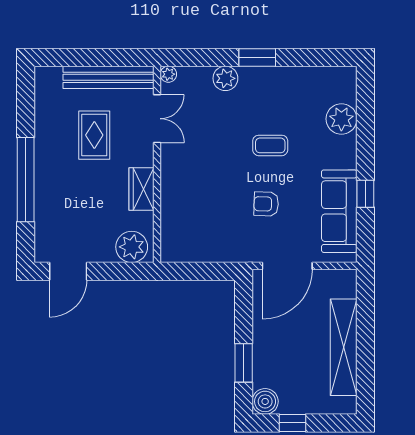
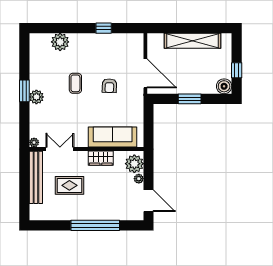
plant: (225, 78) -> (36, 97), moved
sofa: (339, 211) -> (113, 137), moved, turned 180
plant: (106, 254) -> (139, 179), added
window: (244, 363) -> (190, 99), moved

